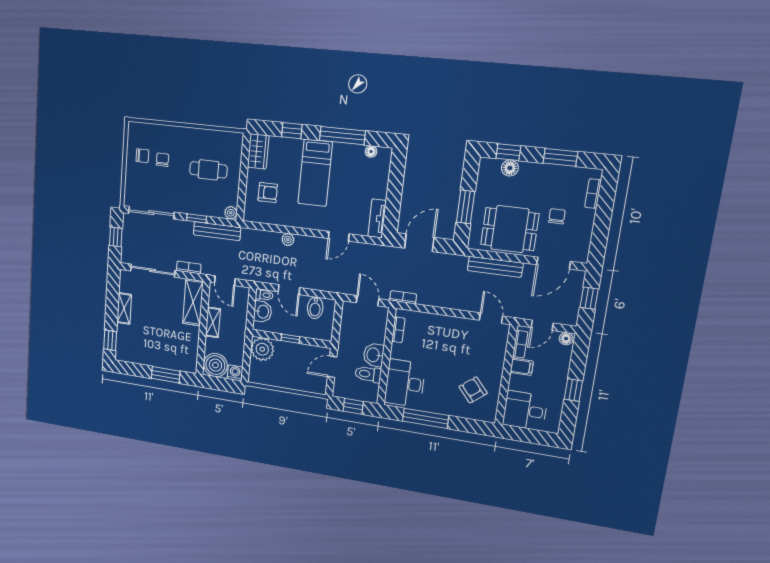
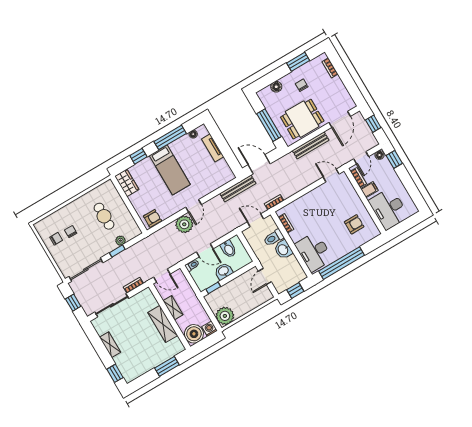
window: (508, 152) -> (269, 79), removed
cafe table: (208, 170) -> (104, 216), turned 90
armchair: (268, 193) -> (152, 218), moved
window: (466, 207) -> (269, 125), width x1.44
plant: (231, 213) -> (120, 241), moved
chair: (557, 216) -> (302, 85), moved
tv unit: (377, 218) -> (213, 148), moved
bench: (217, 231) -> (238, 188), moved
door: (339, 236) -> (193, 206), moved
plant: (288, 240) -> (184, 224), width x1.88, depth x1.88
door: (419, 243) -> (259, 164), hinge flipped
shelving: (193, 302) -> (163, 324), moved
washbasin: (263, 312) -> (224, 271), moved, turned -90
window: (290, 339) -> (213, 288), moved
plant: (262, 349) -> (225, 316), moved
toilet: (368, 374) -> (274, 238), moved
armchair: (473, 390) -> (354, 224), turned 130
window: (573, 390) -> (394, 159), moved
desk: (525, 411) -> (389, 209), width x1.37
window: (425, 418) -> (341, 263), width x1.46

